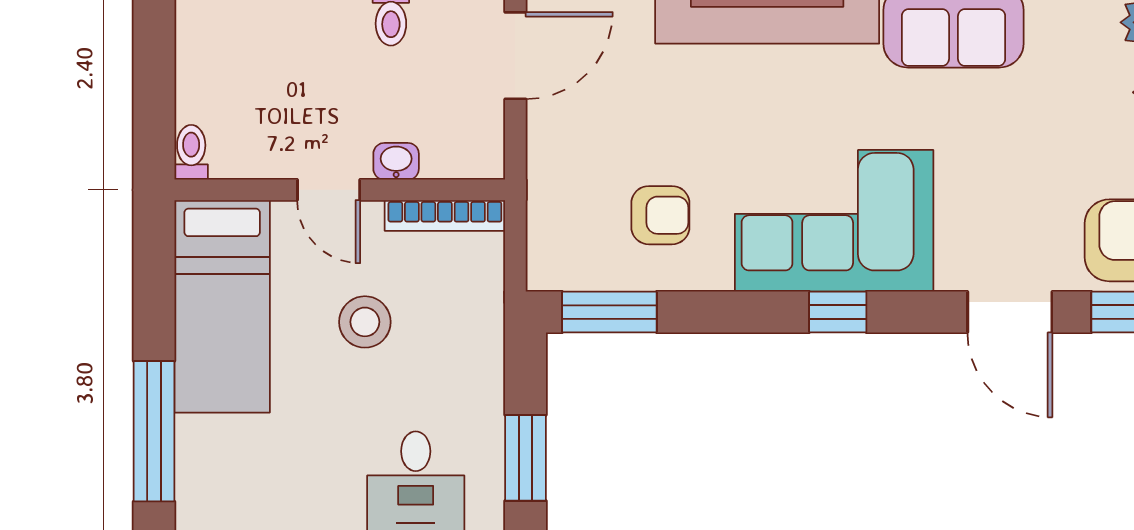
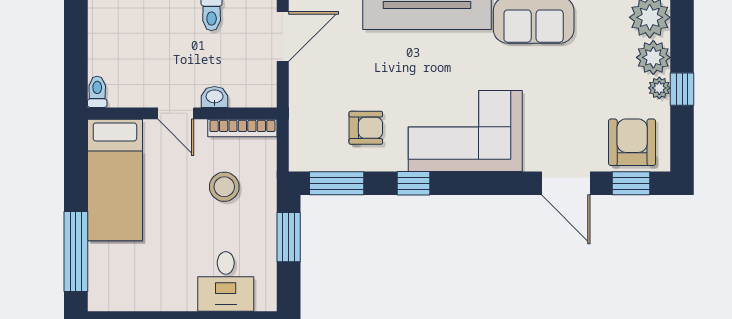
window: (838, 312) -> (414, 183), moved
stool: (365, 322) -> (224, 187), moved
window: (526, 458) -> (289, 237), moved

